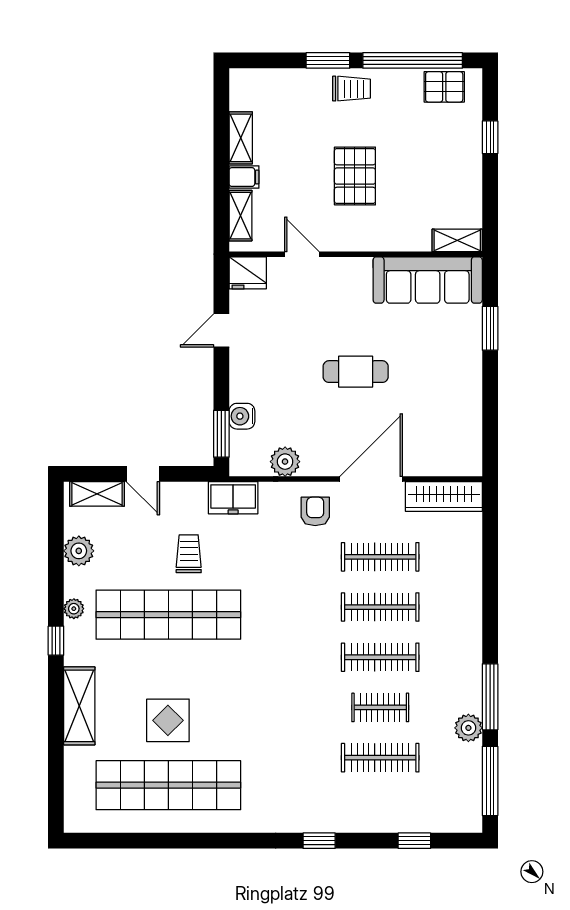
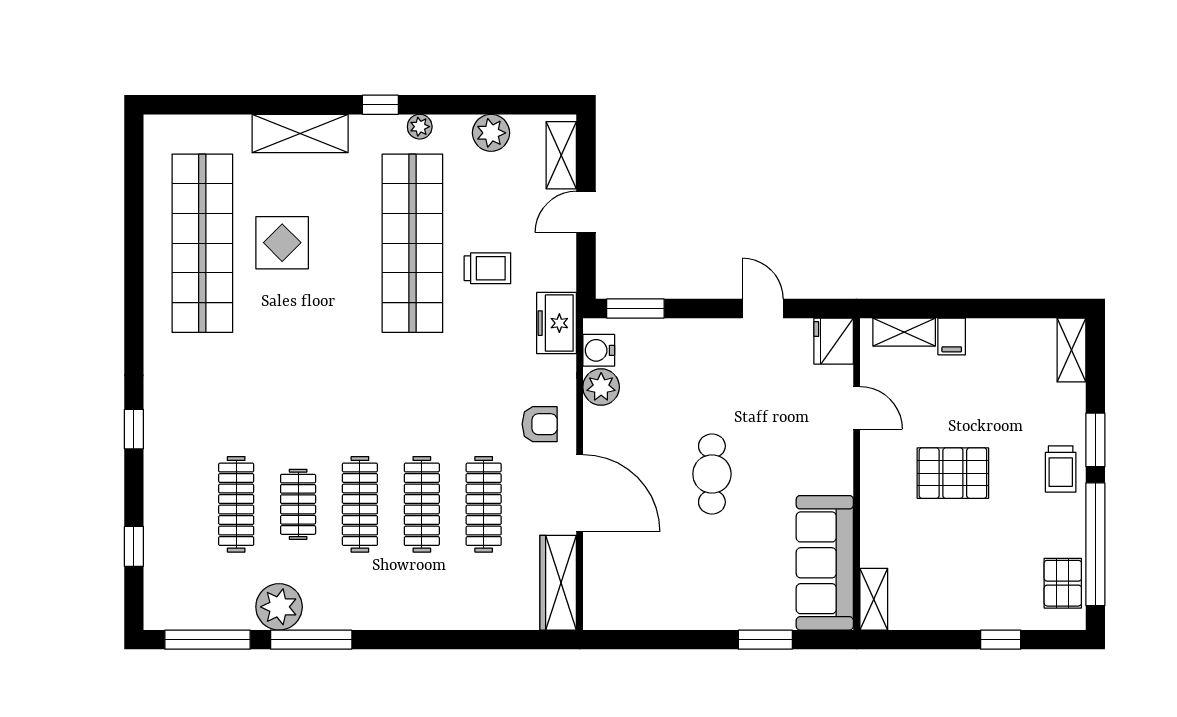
shelving: (241, 138) -> (1071, 350), moved, turned 90
door: (302, 254) -> (857, 408), hinge flipped
water cooler: (242, 416) -> (599, 350), moved, turned -90
plant: (468, 728) -> (279, 607), width x1.36, depth x1.36

